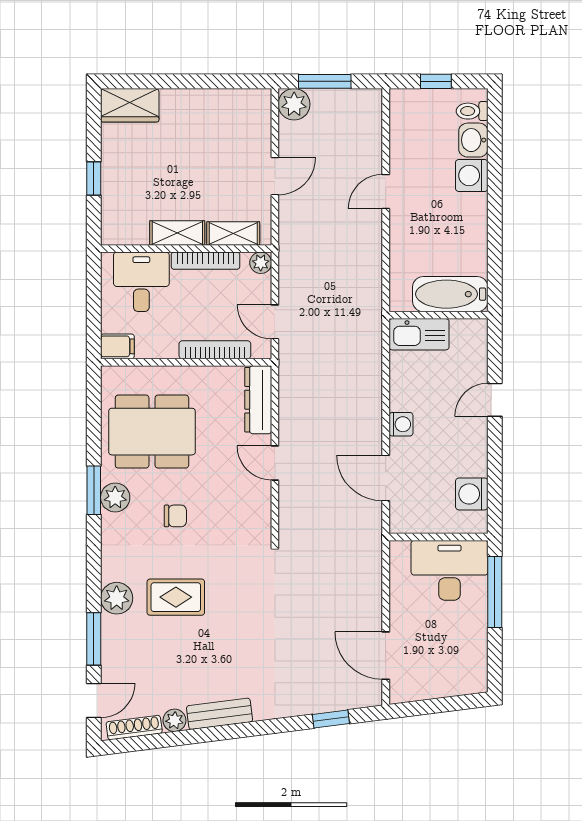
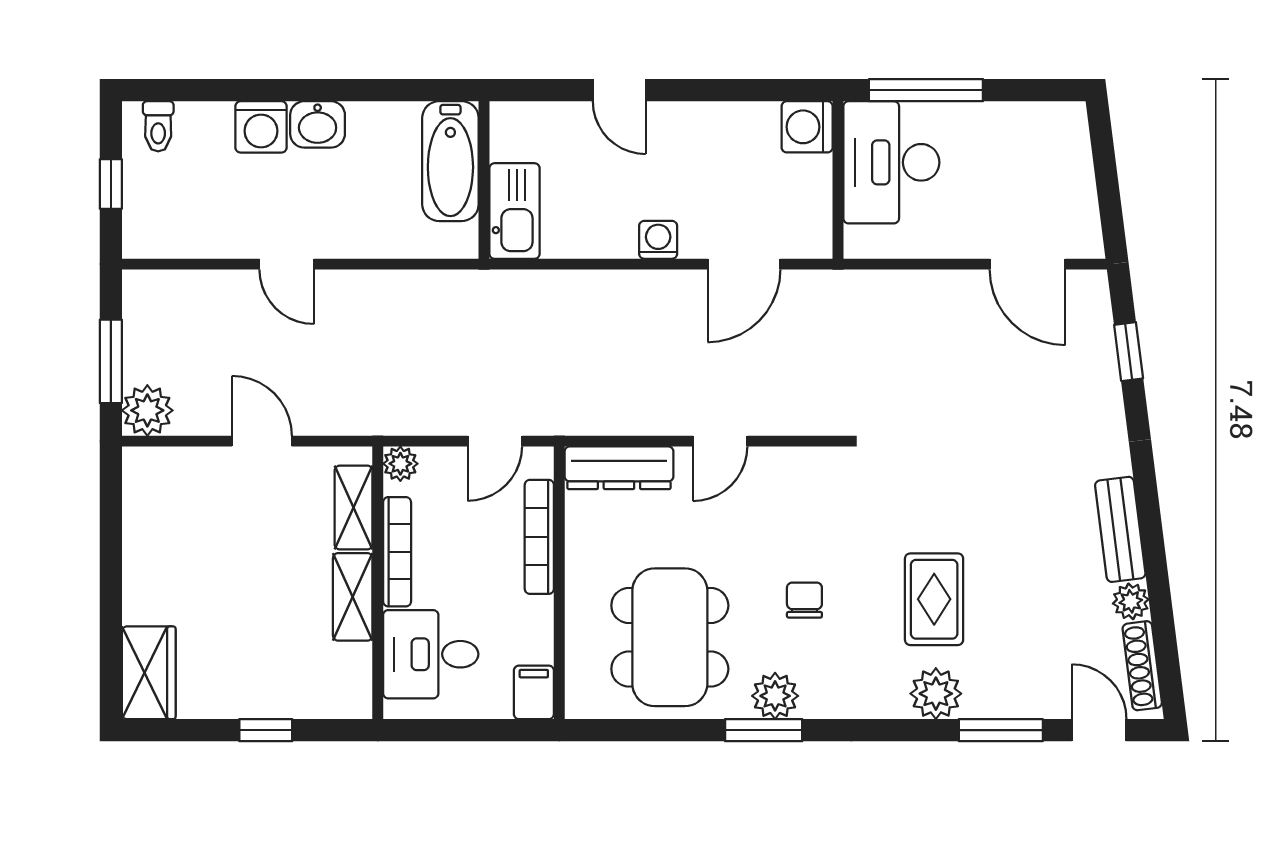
washbasin: (473, 140) -> (318, 124), moved
washing machine: (472, 494) -> (807, 127), moved, turned 90
door: (386, 656) -> (1027, 264), hinge flipped

